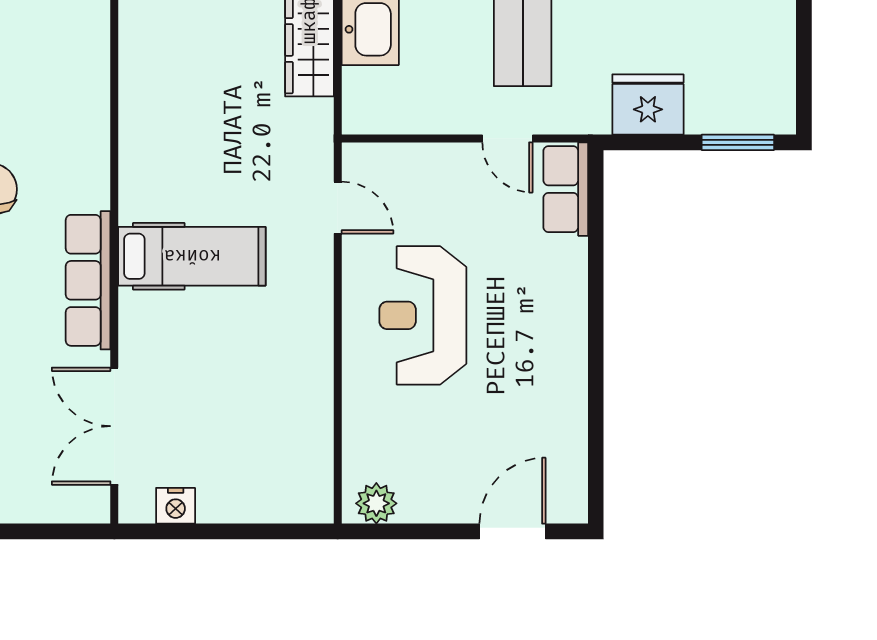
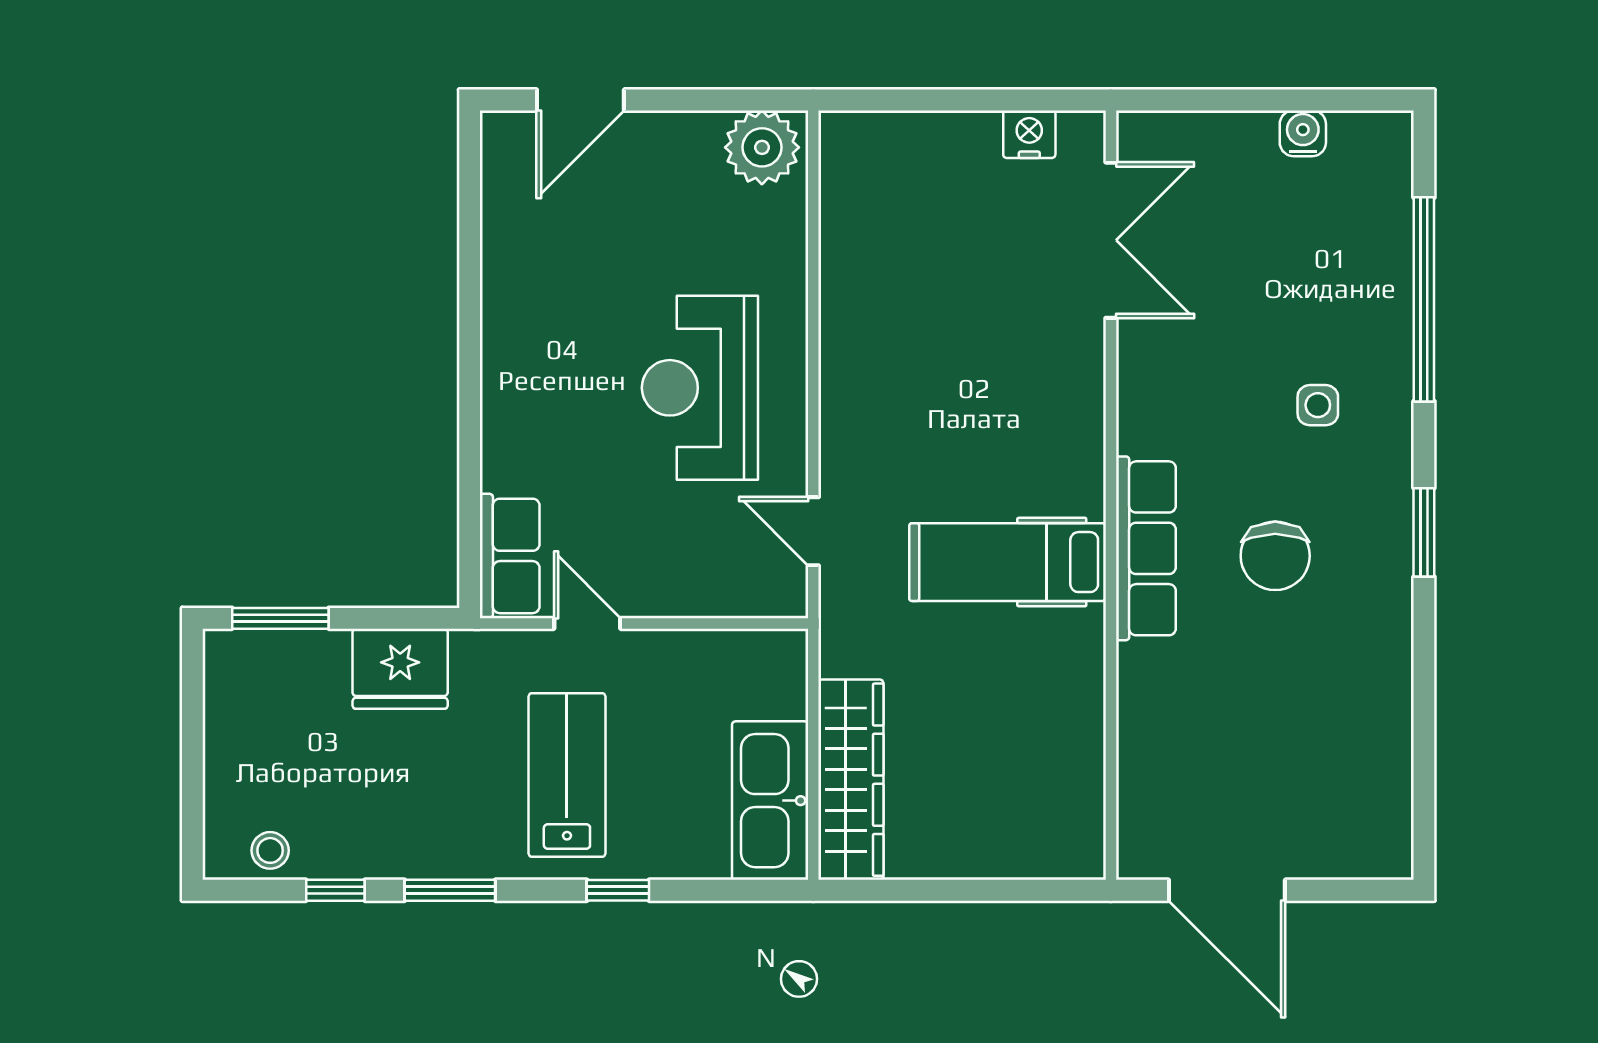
hospital bed: (192, 256) -> (1008, 562), moved
row of seats: (88, 280) -> (1146, 548), moved
reception desk: (423, 315) -> (700, 388), turned 180
plant: (376, 503) -> (762, 147), width x1.36, depth x1.36

